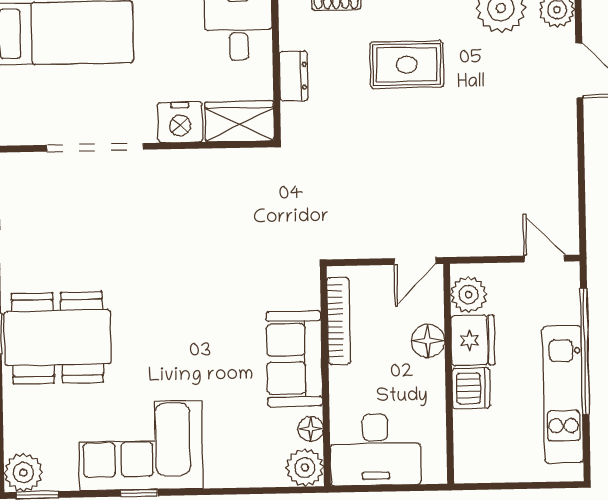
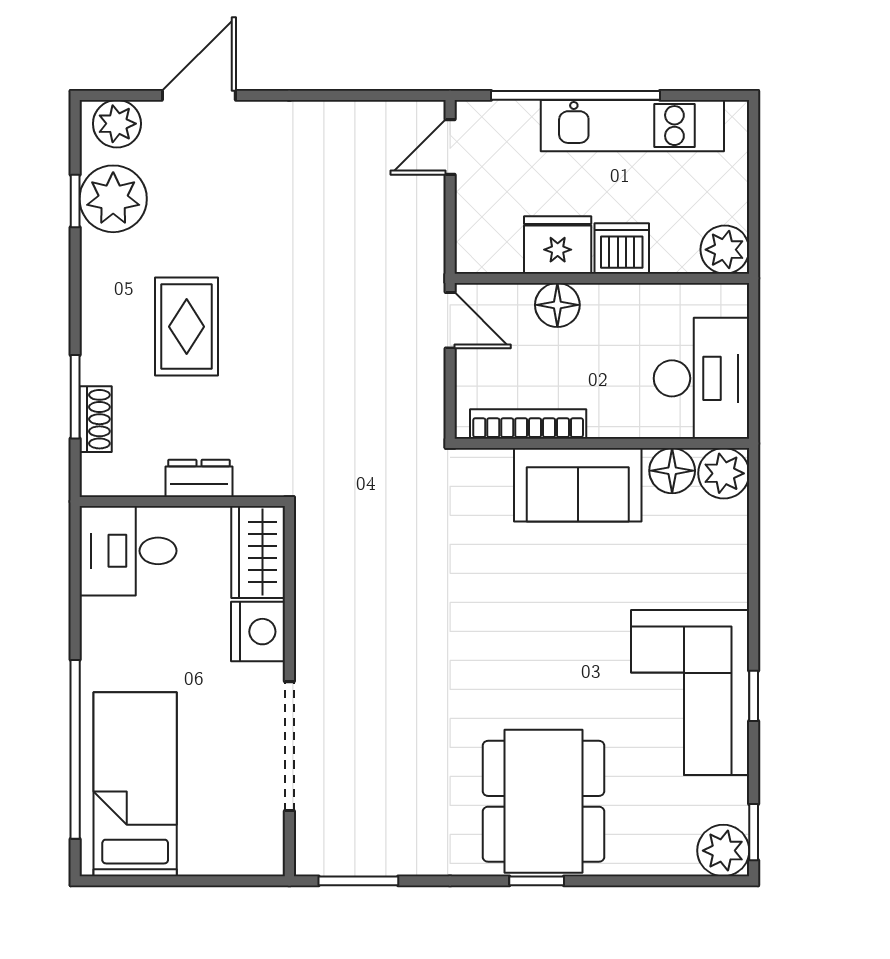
plant: (468, 295) -> (725, 250), moved
floor lamp: (311, 429) -> (672, 471), width x1.37, depth x1.37

